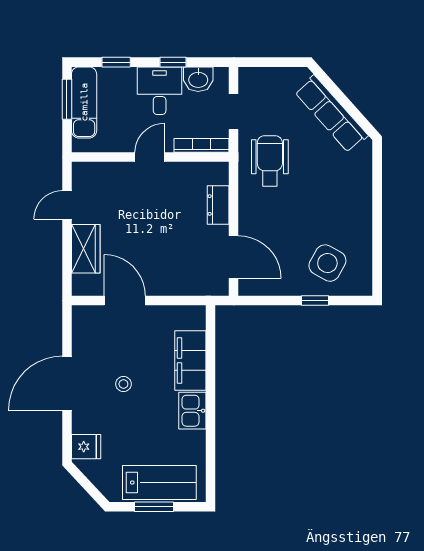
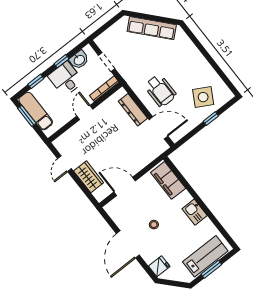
wheelchair: (270, 161) -> (160, 91), moved, turned 180
dresser: (218, 205) -> (133, 110), width x1.44
filing cabinet: (190, 361) -> (168, 180), moved

